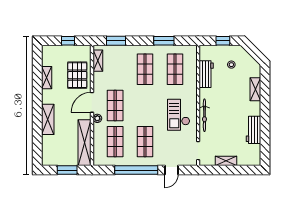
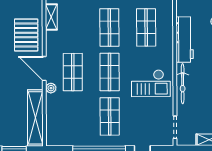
workbench: (206, 74) -> (185, 40), width x1.38
door: (92, 102) -> (44, 68), hinge flipped
checkout: (179, 115) -> (151, 83), turned -90
shop shelf: (115, 142) -> (110, 72), moved

